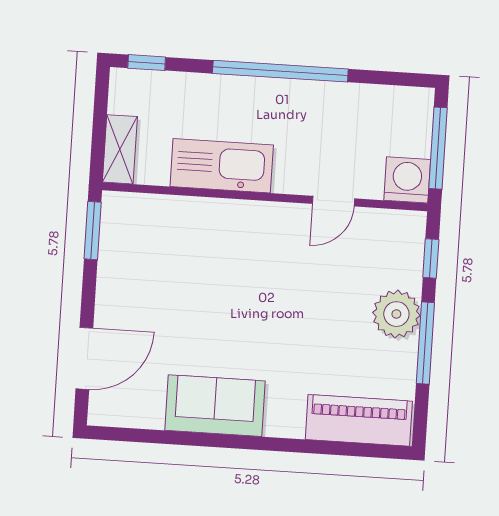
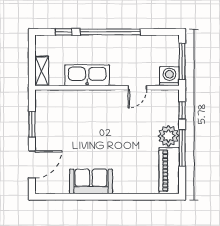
window: (147, 63) -> (64, 32), moved
window: (93, 231) -> (32, 124), moved
piano: (359, 420) -> (169, 171), moved, turned -90

